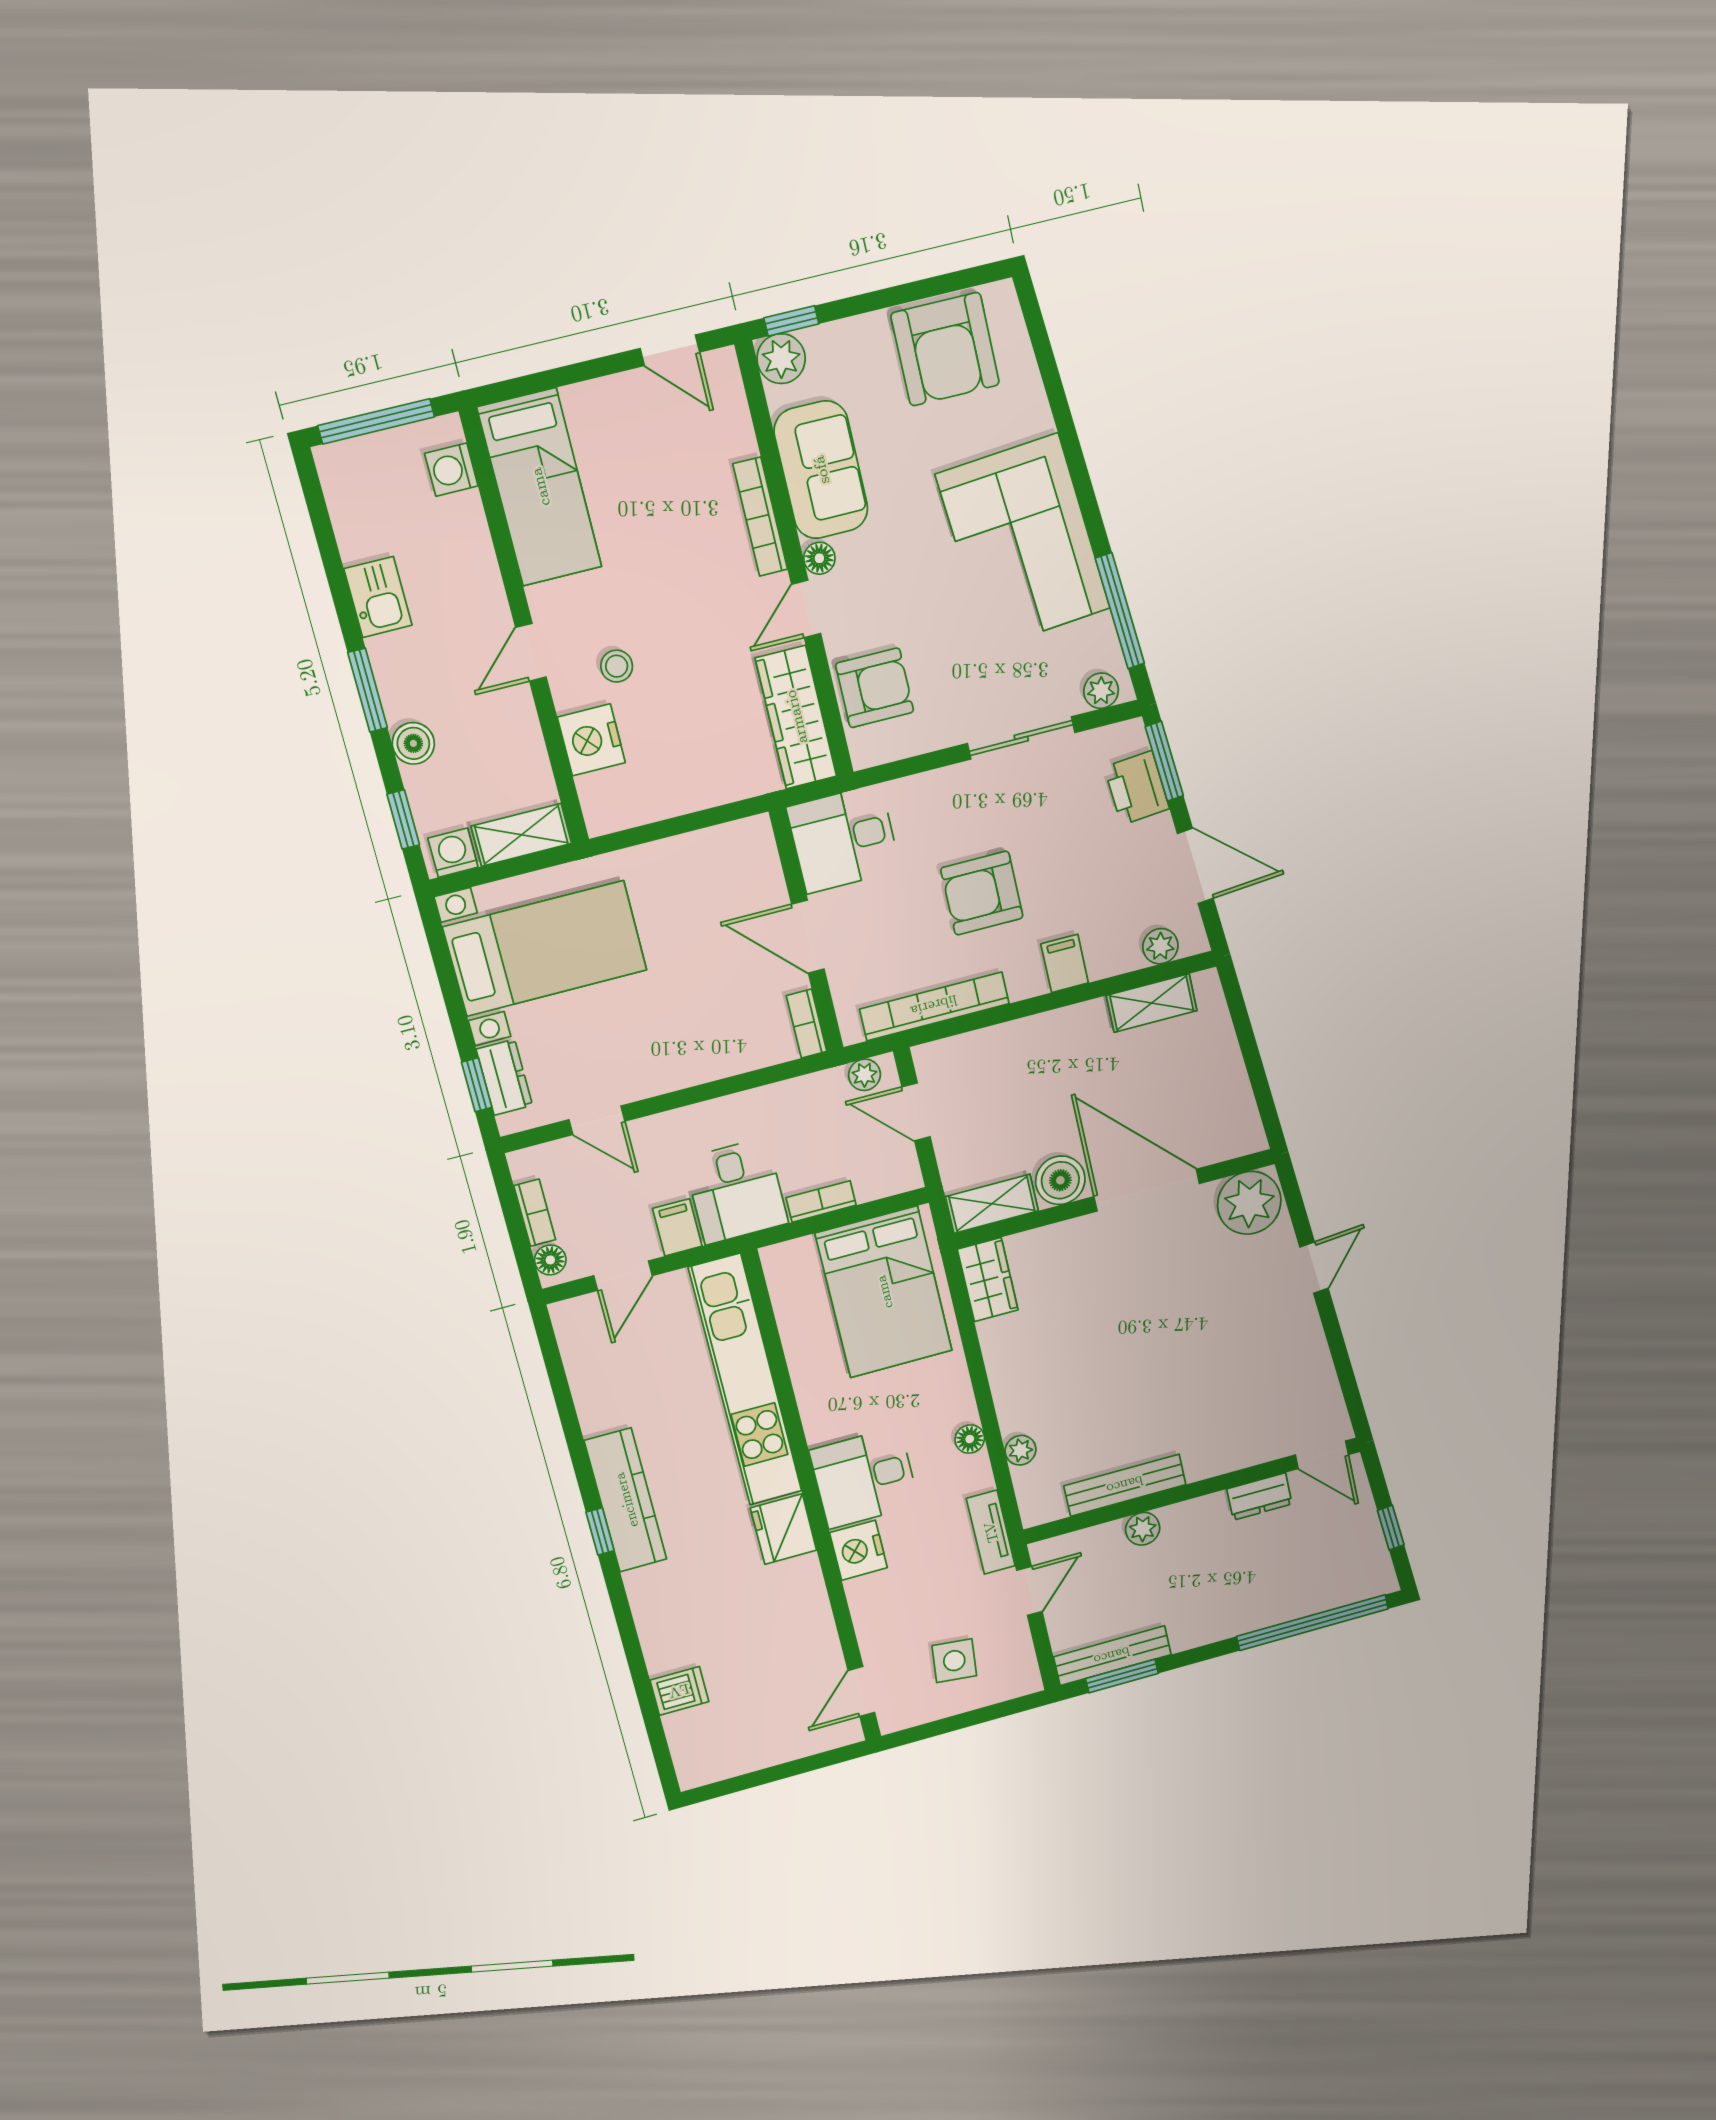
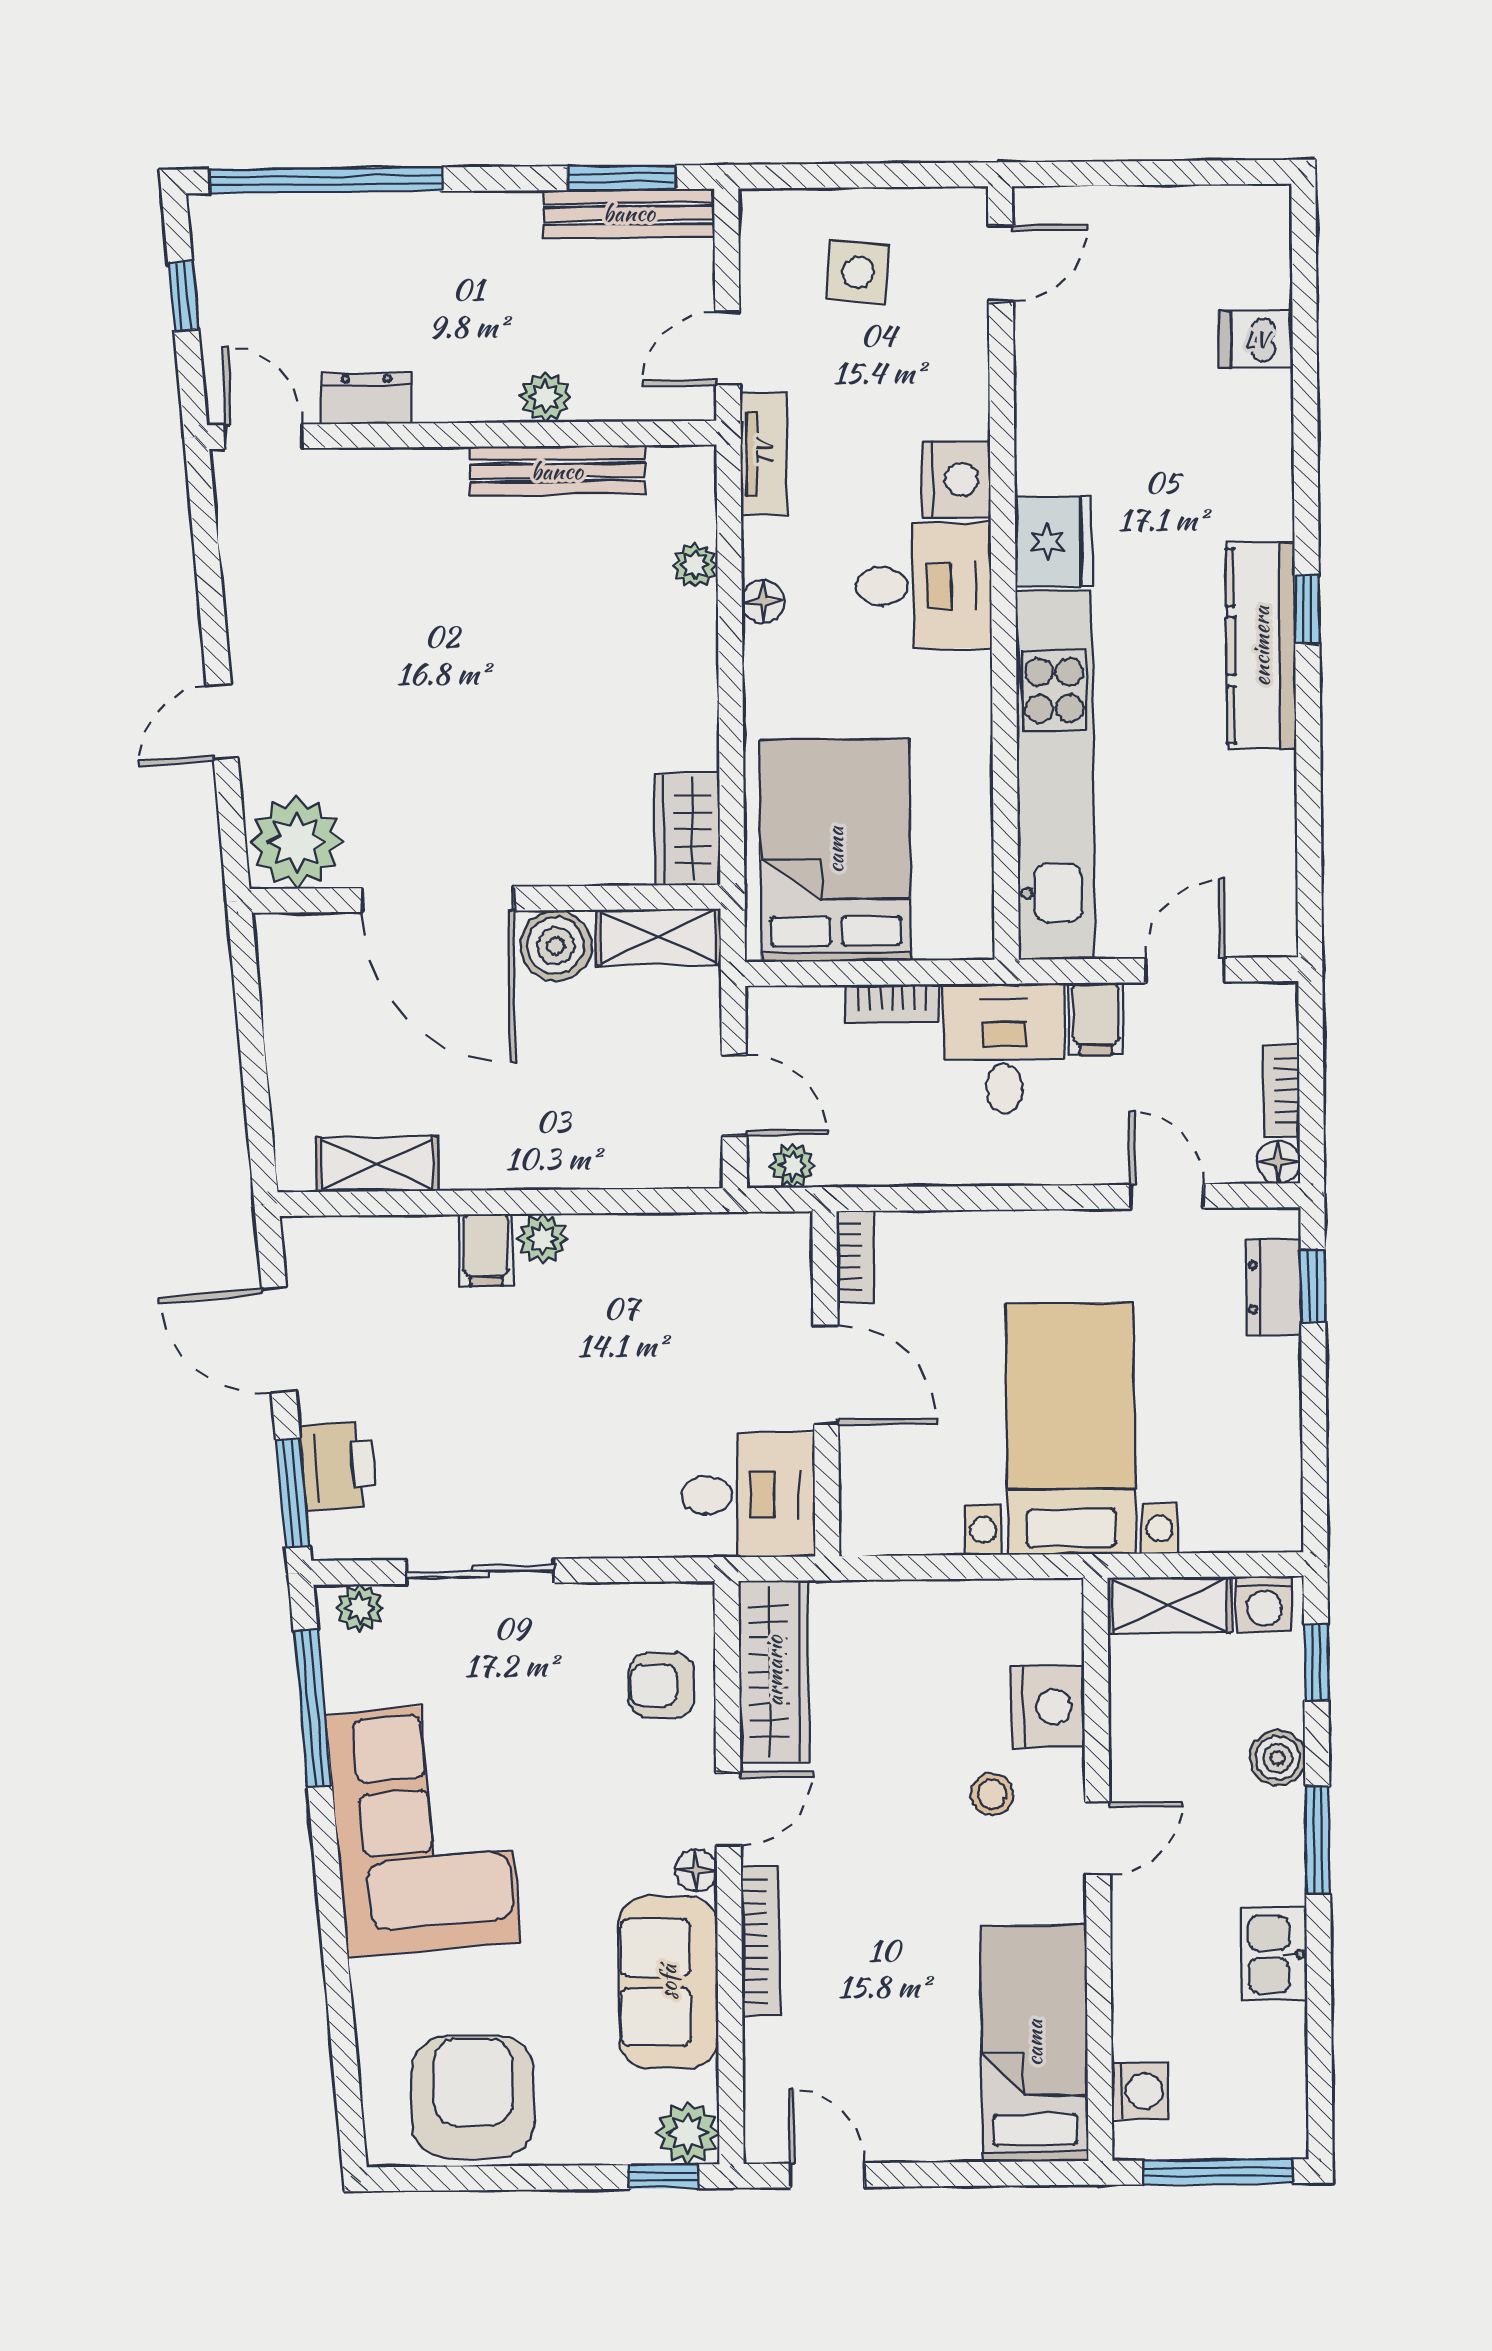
armchair: (875, 688) -> (662, 1685), width x0.72, depth x0.72
armchair: (982, 893) -> (578, 1375), removed
plant: (1160, 946) -> (542, 1239), moved
bed with nightstands: (545, 948) -> (1070, 1429), moved, turned 90
bookcase: (934, 1006) -> (677, 1236), removed
floor lamp: (550, 1260) -> (1278, 1162), moved

